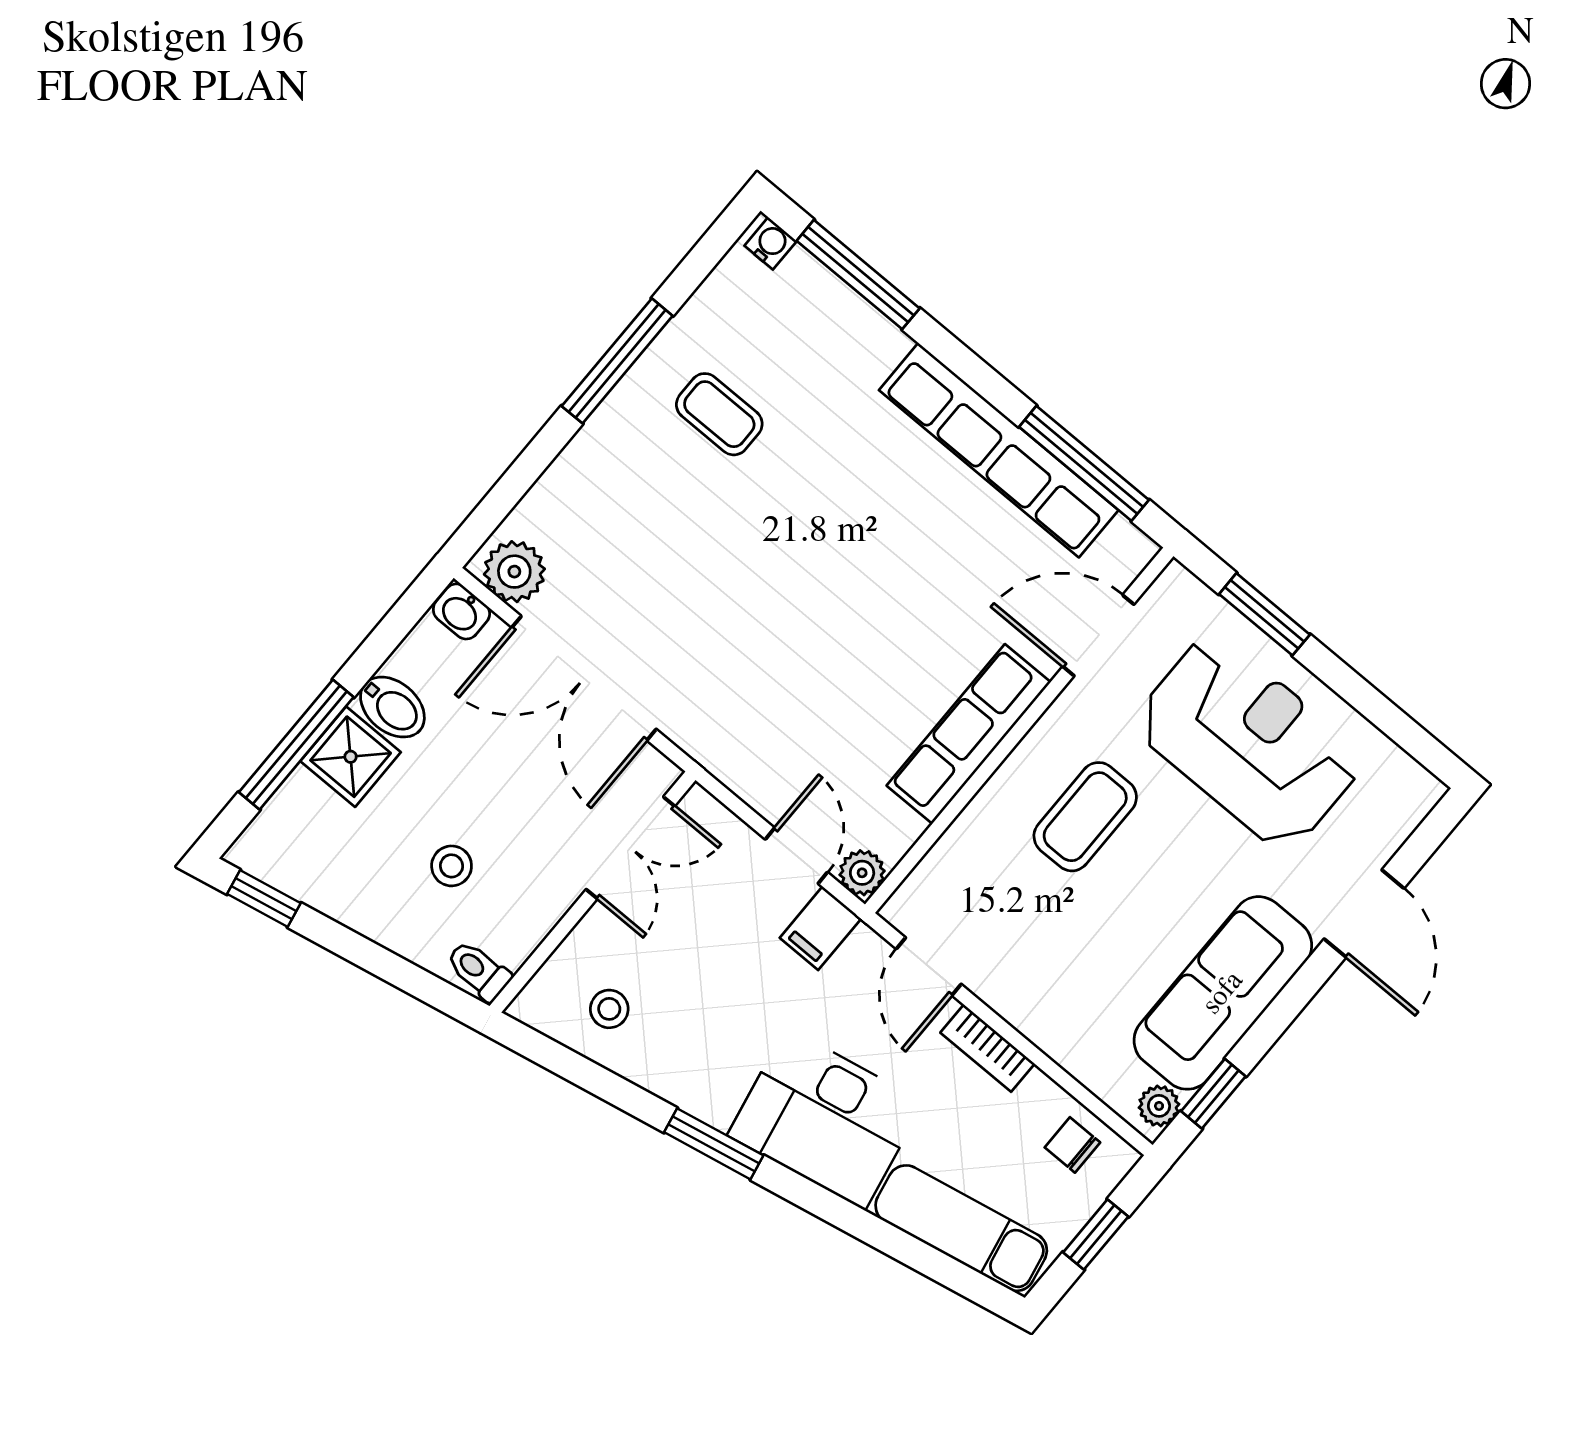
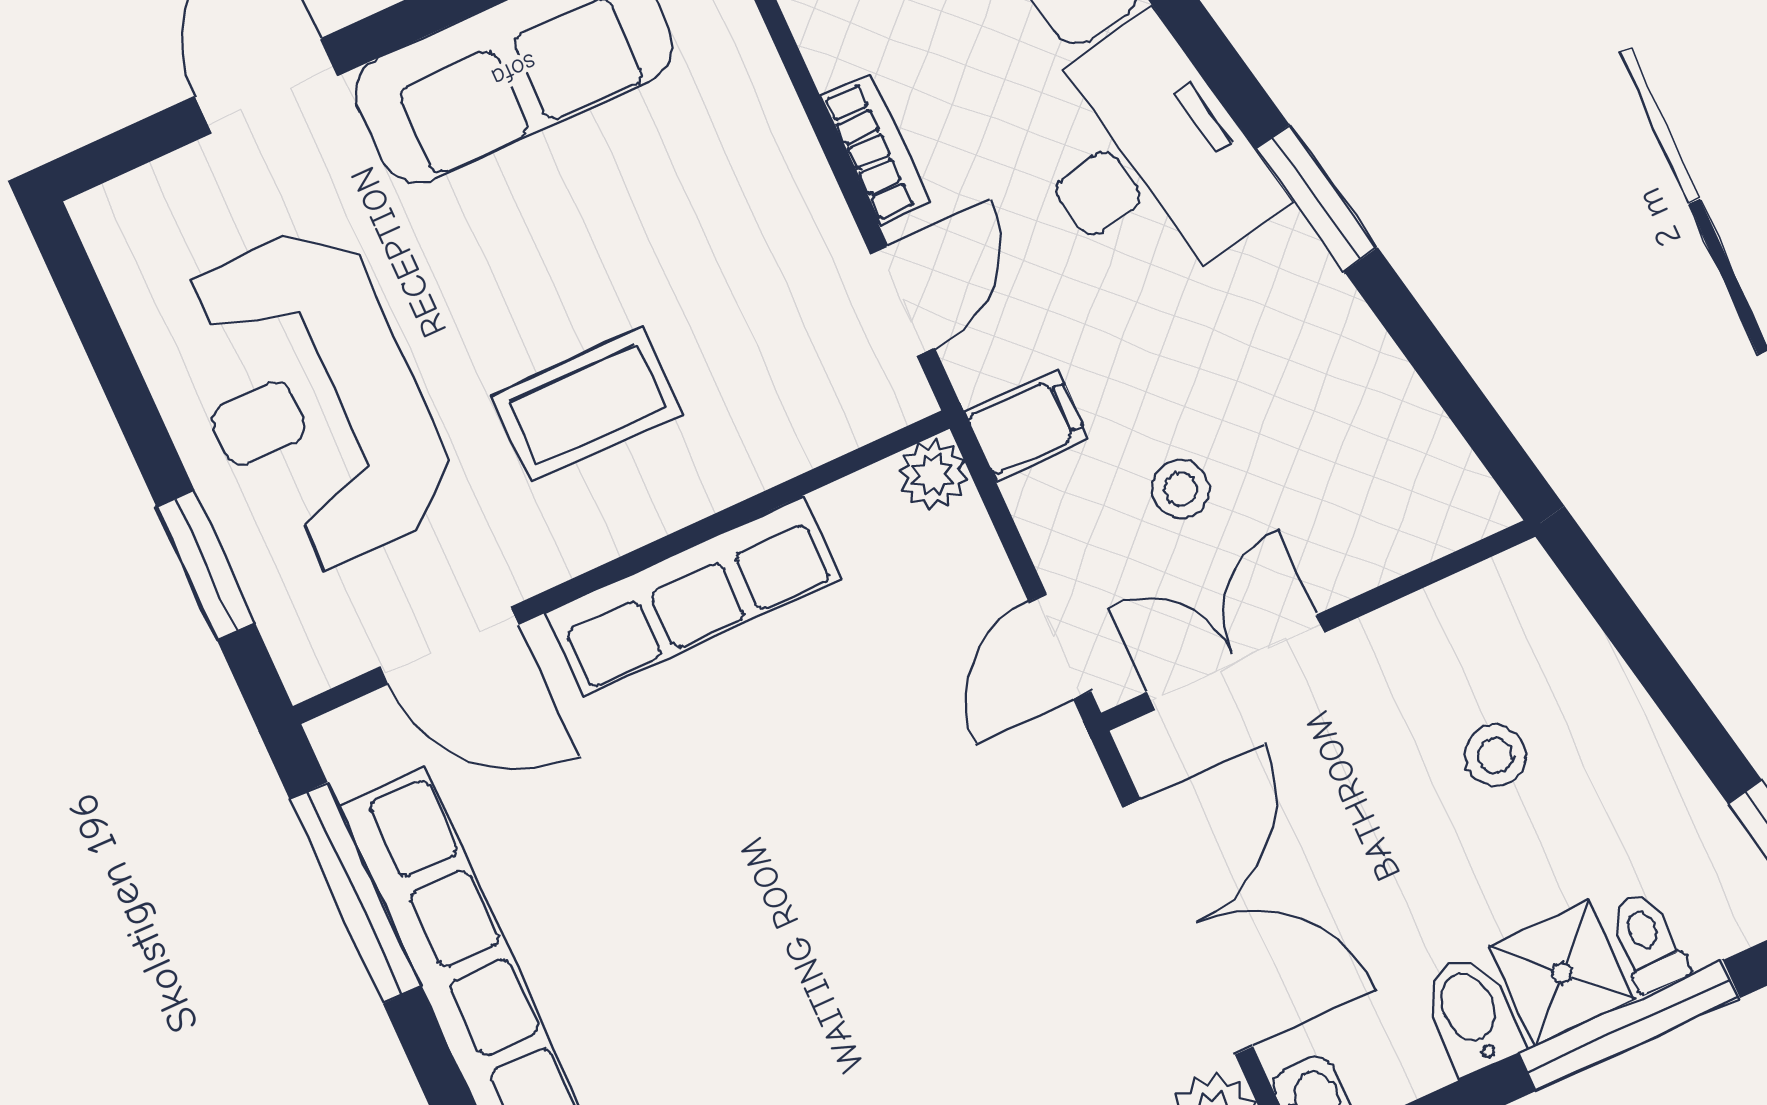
door: (796, 856) -> (1060, 646), moved
toilet: (479, 971) -> (1648, 942), moved, turned 180
stool: (609, 1009) -> (1181, 489), moved

